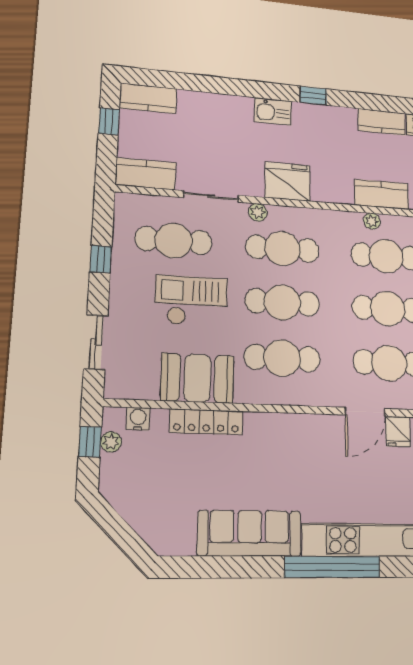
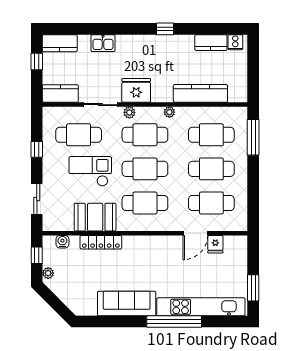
kitchen sink: (273, 111) -> (103, 43), moved
fridge: (288, 182) -> (136, 90), moved
kitchen counter: (381, 194) -> (200, 93), width x1.50
plant: (372, 221) -> (169, 112), moved
plant: (111, 442) -> (48, 273), moved

